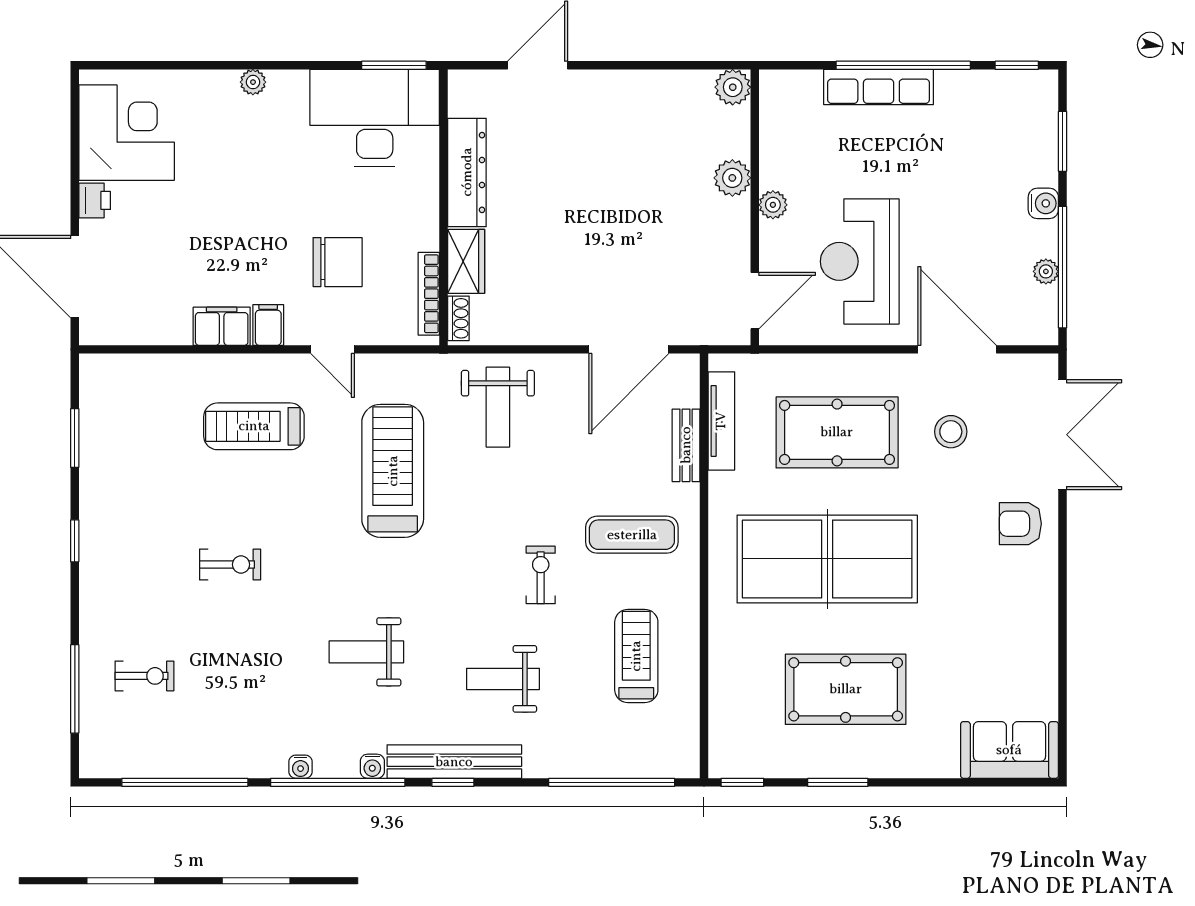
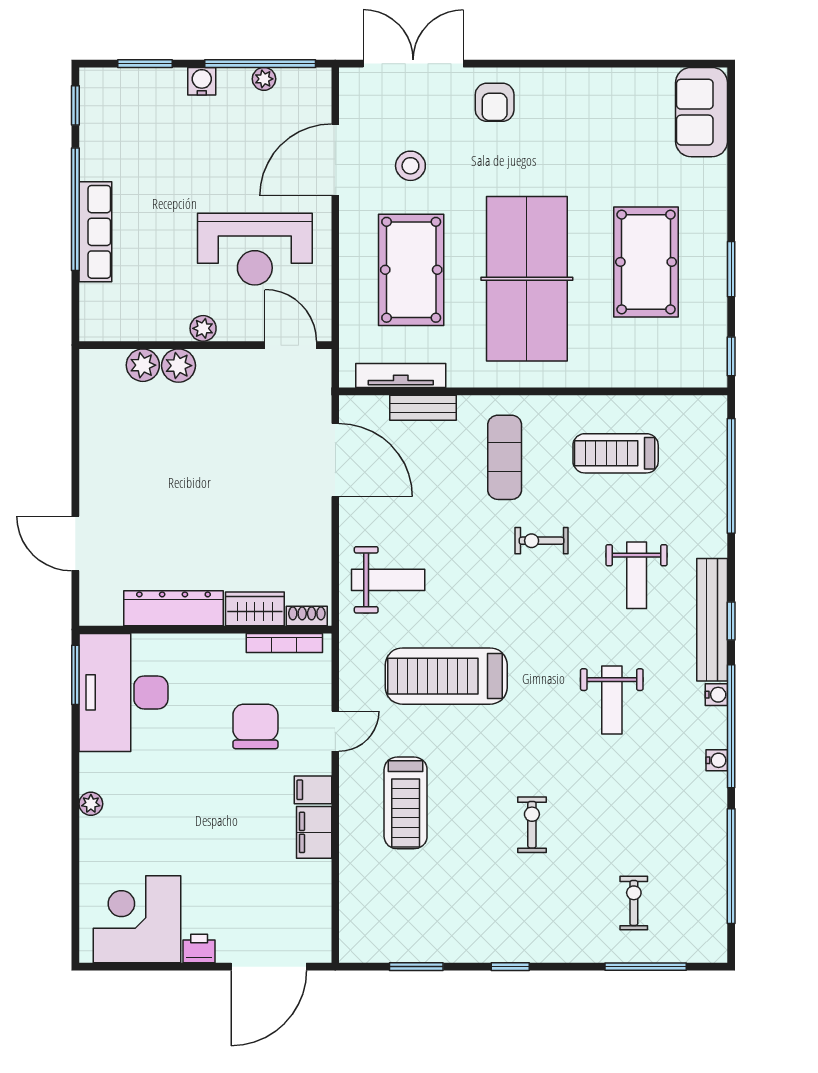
plant: (733, 87) -> (143, 365), moved

